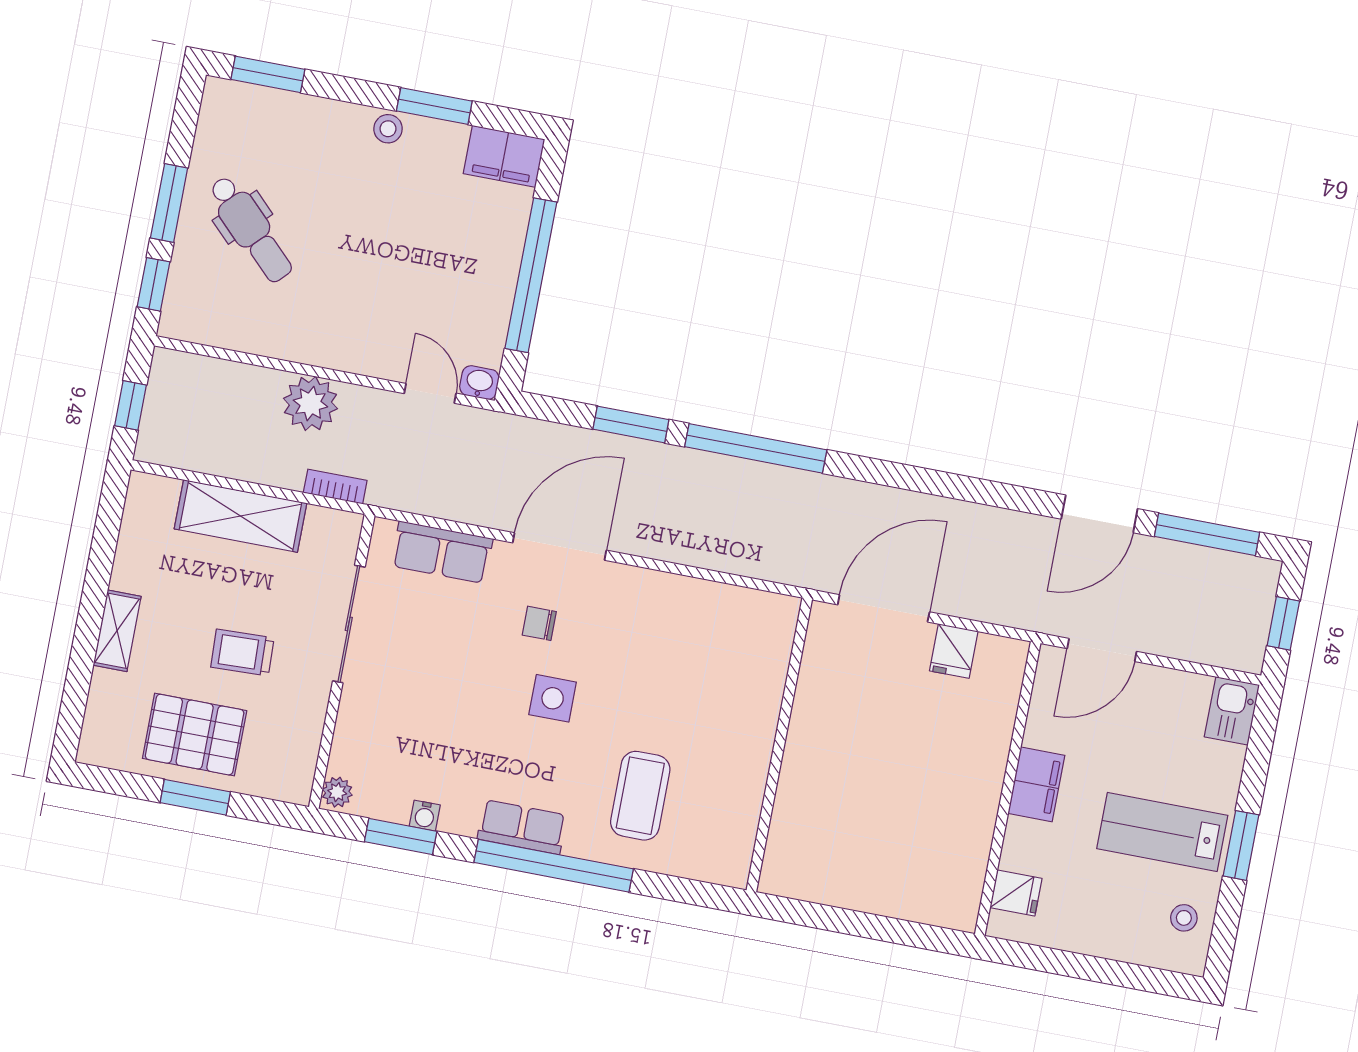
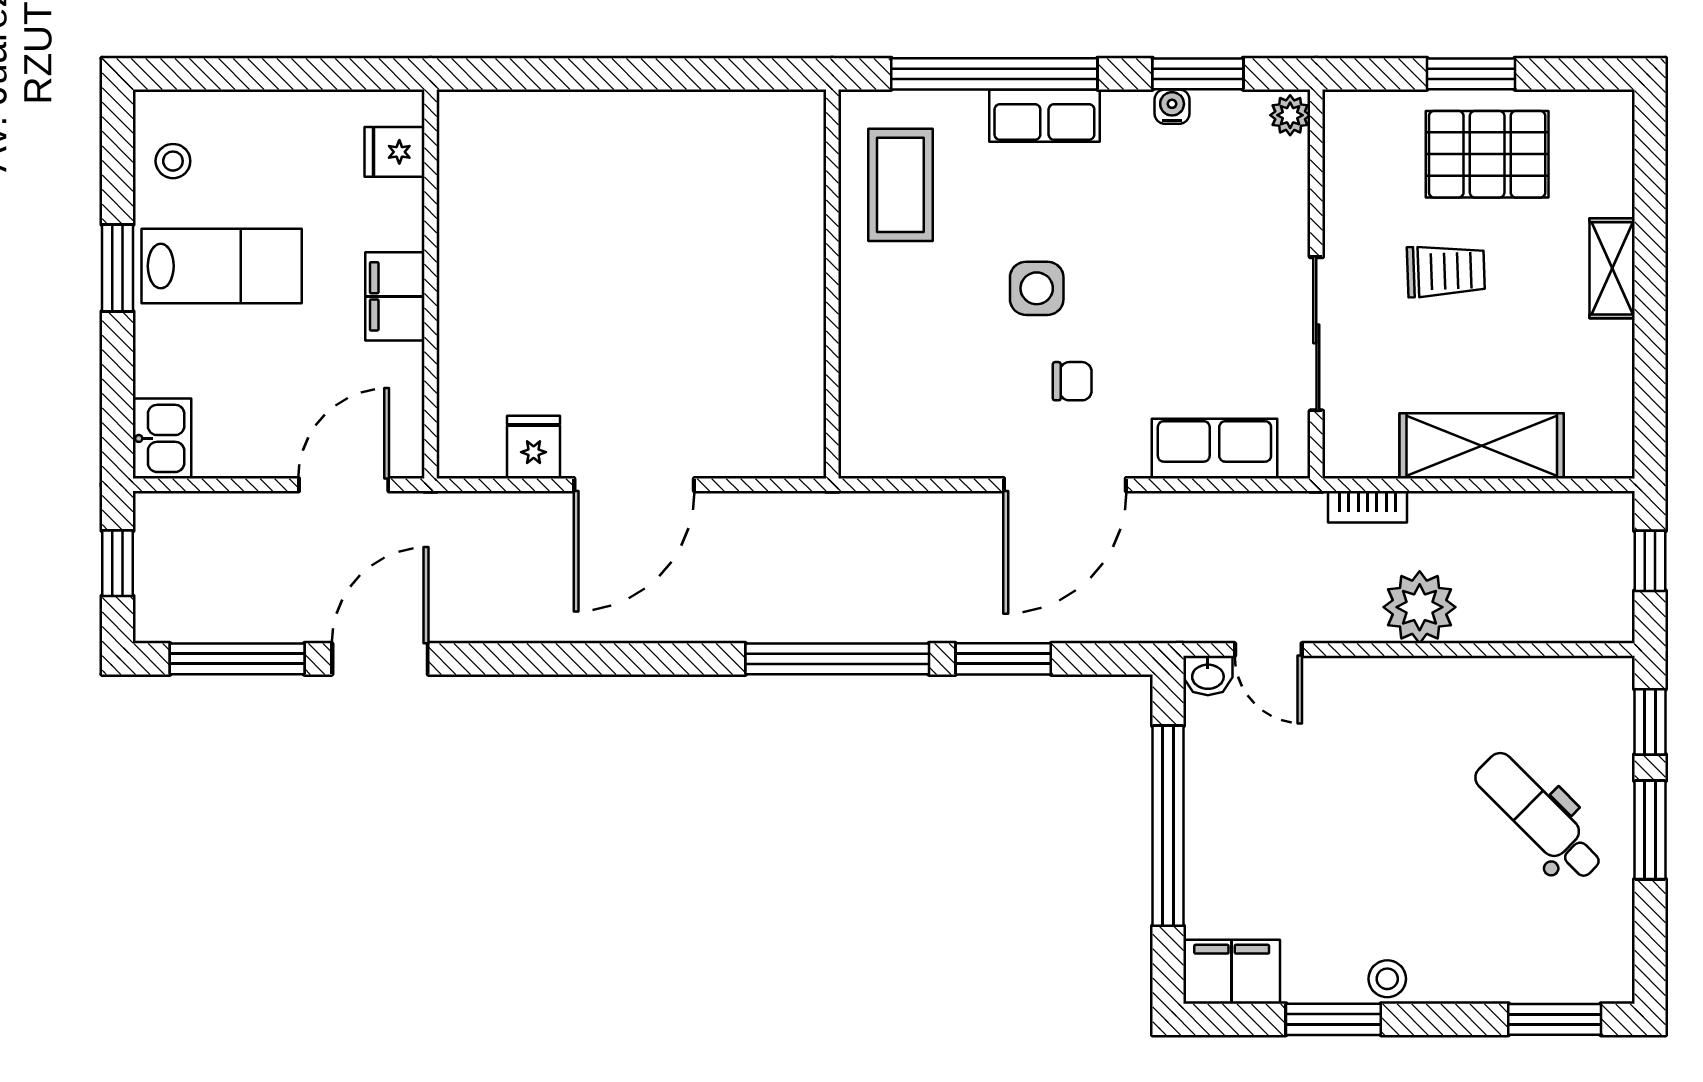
wall: (779, 745) -> (832, 284), moved

